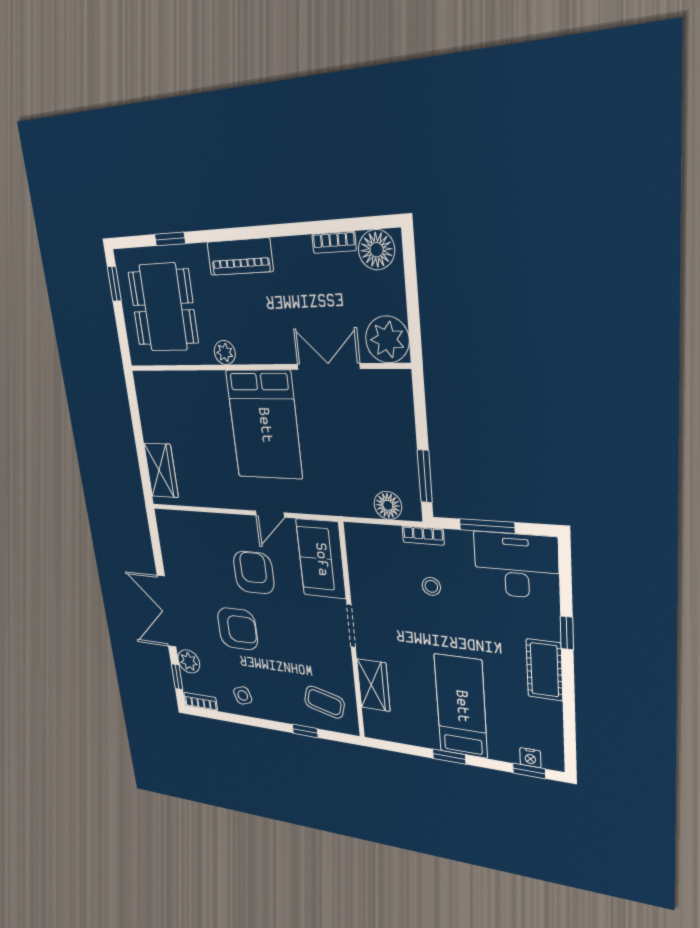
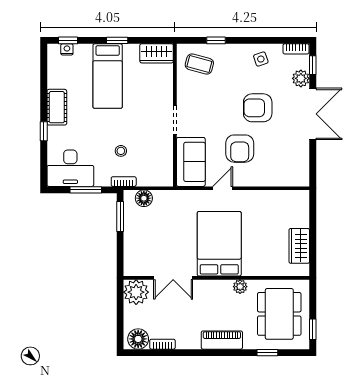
wardrobe: (161, 470) -> (299, 246), moved
wardrobe: (373, 685) -> (157, 53), moved, turned -90

